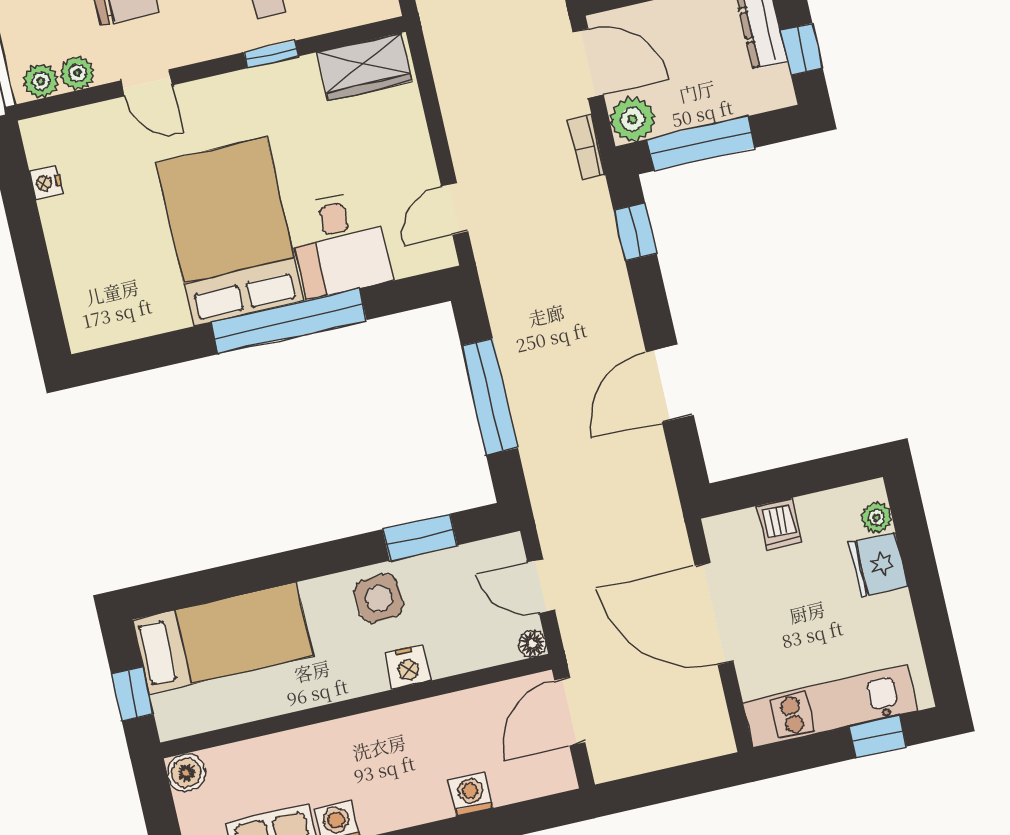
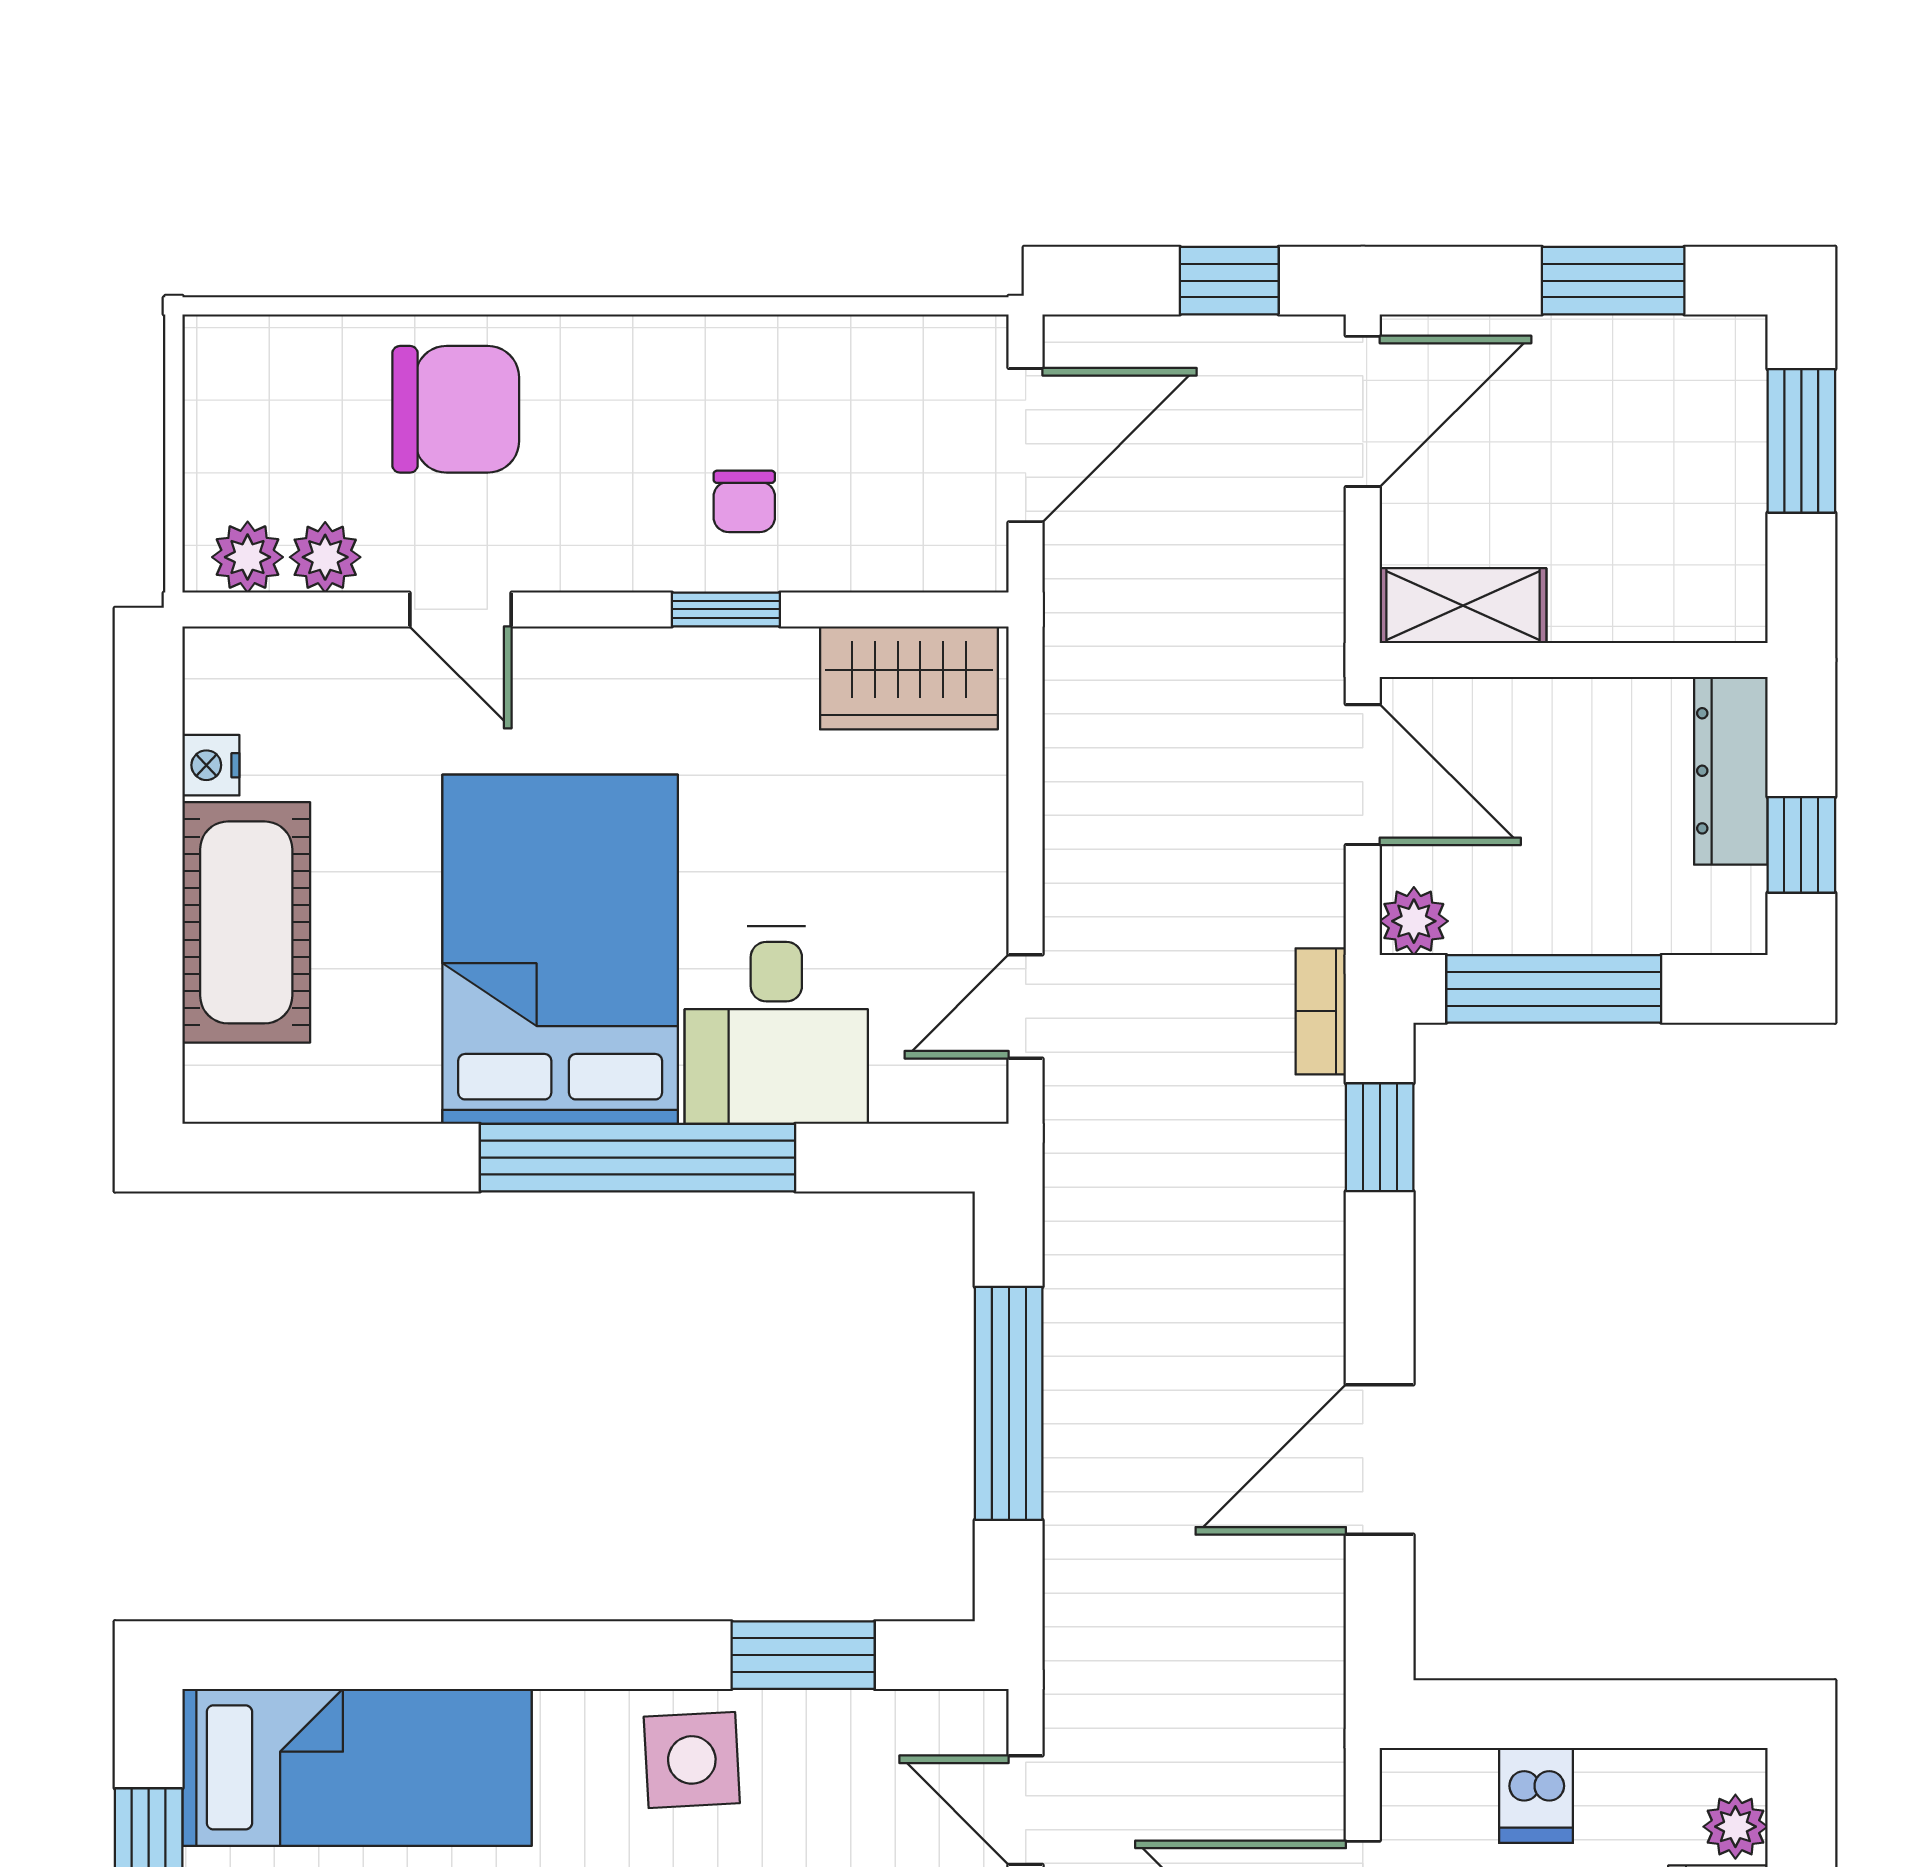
plant: (632, 119) -> (1414, 921), width x0.73, depth x0.73
bookcase: (587, 147) -> (1321, 1011), moved
cot: (80, 253) -> (246, 922), added

